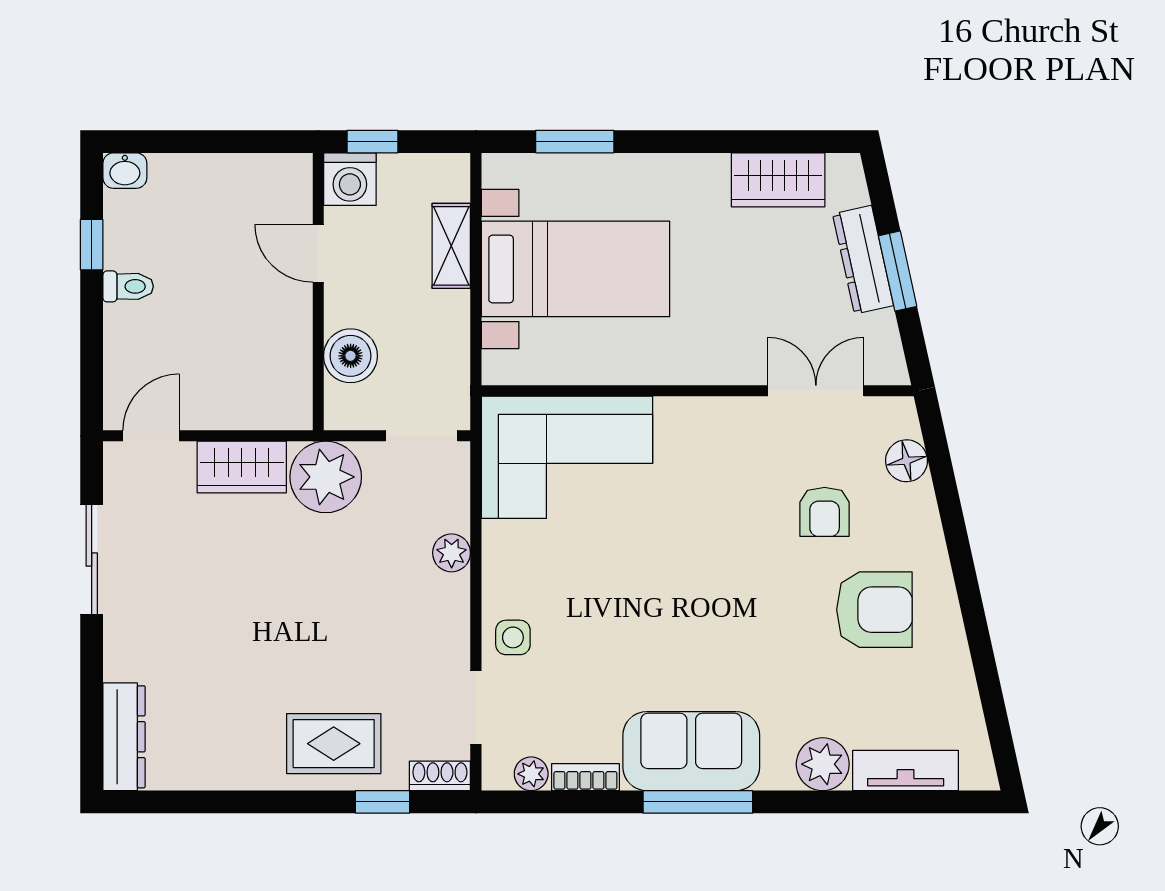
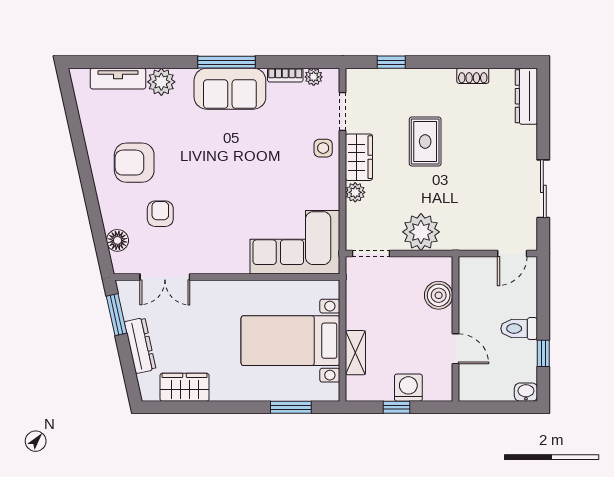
door: (318, 253) -> (456, 349), moved
window: (898, 271) -> (117, 315), moved
toilet: (128, 286) -> (519, 329), width x1.37, depth x1.39
wall: (318, 292) -> (456, 329), moved
boiler: (351, 356) -> (439, 295), moved
wardrobe: (242, 467) -> (359, 157), moved, turned 90
rug: (334, 744) -> (425, 141), moved, turned 90
shoe rack: (440, 776) -> (473, 76), moved

